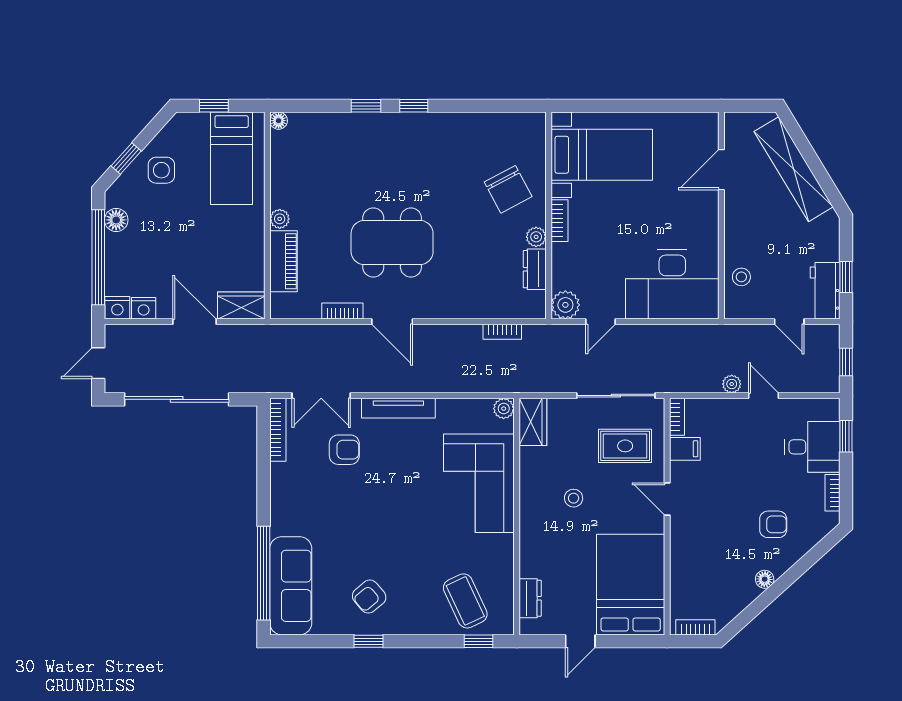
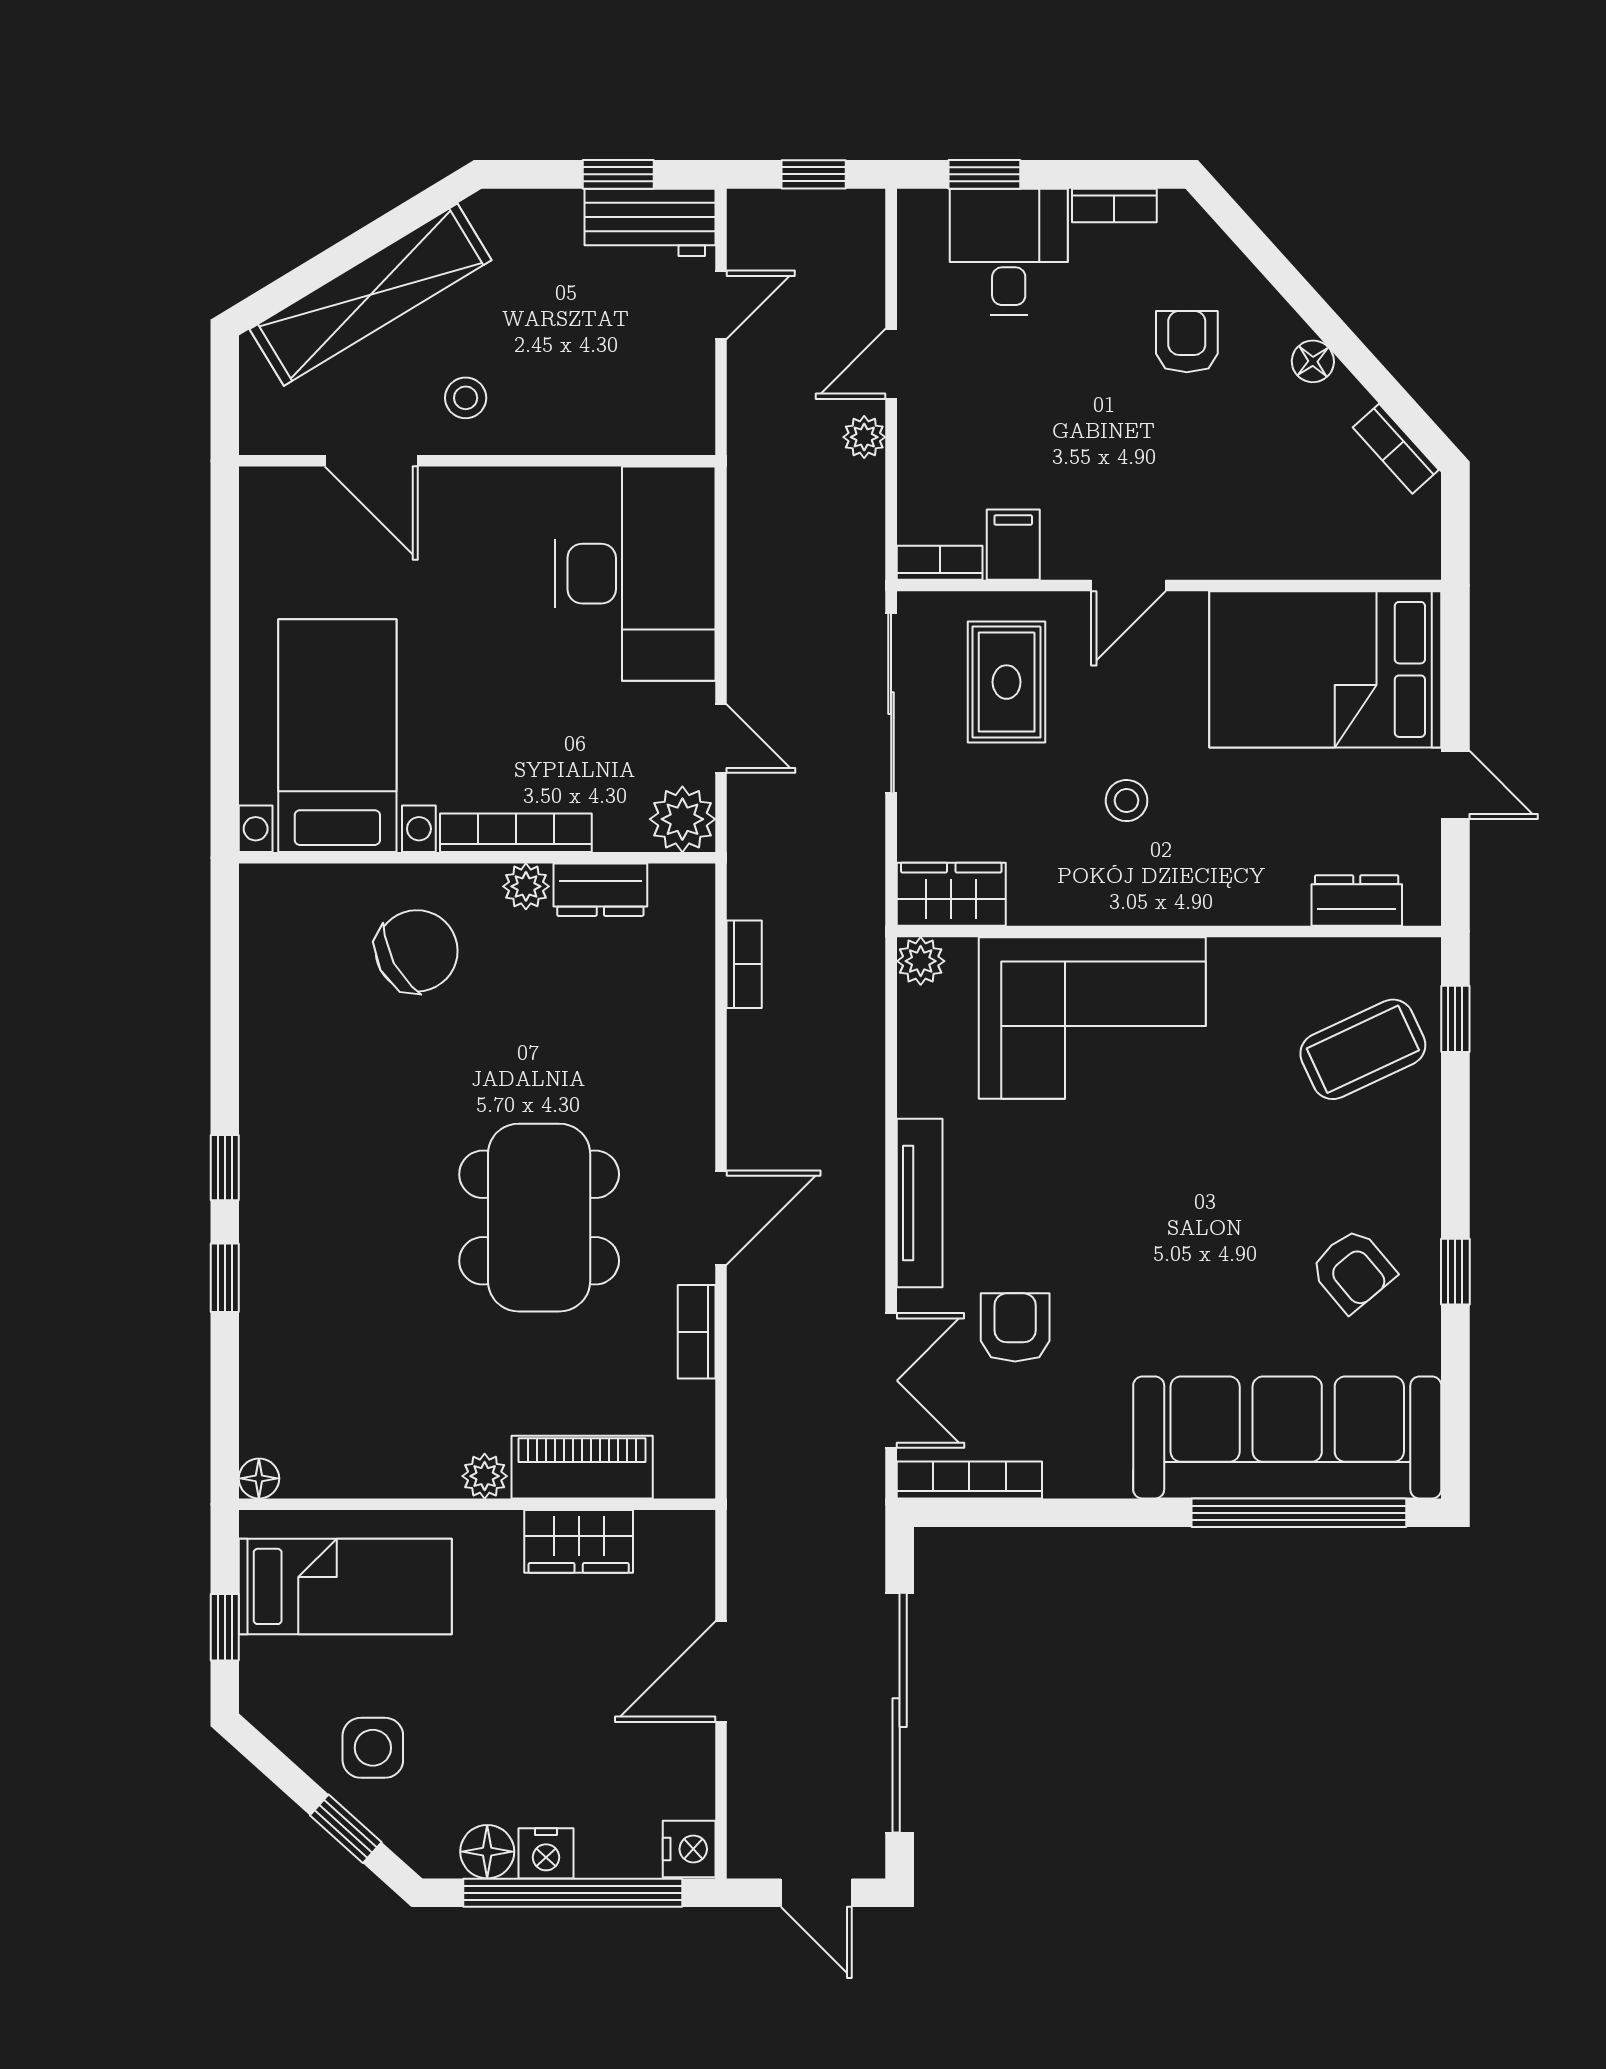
bookcase: (560, 221) -> (516, 833), width x1.56
stool: (741, 277) -> (466, 398), moved
wardrobe: (241, 306) -> (579, 1541), moved, turned -90
nightstand: (144, 308) -> (546, 1853), moved, turned 90
sofa: (291, 586) -> (1287, 1437), width x1.36, depth x1.27
bookcase: (695, 627) -> (1396, 449), moved, turned -42

